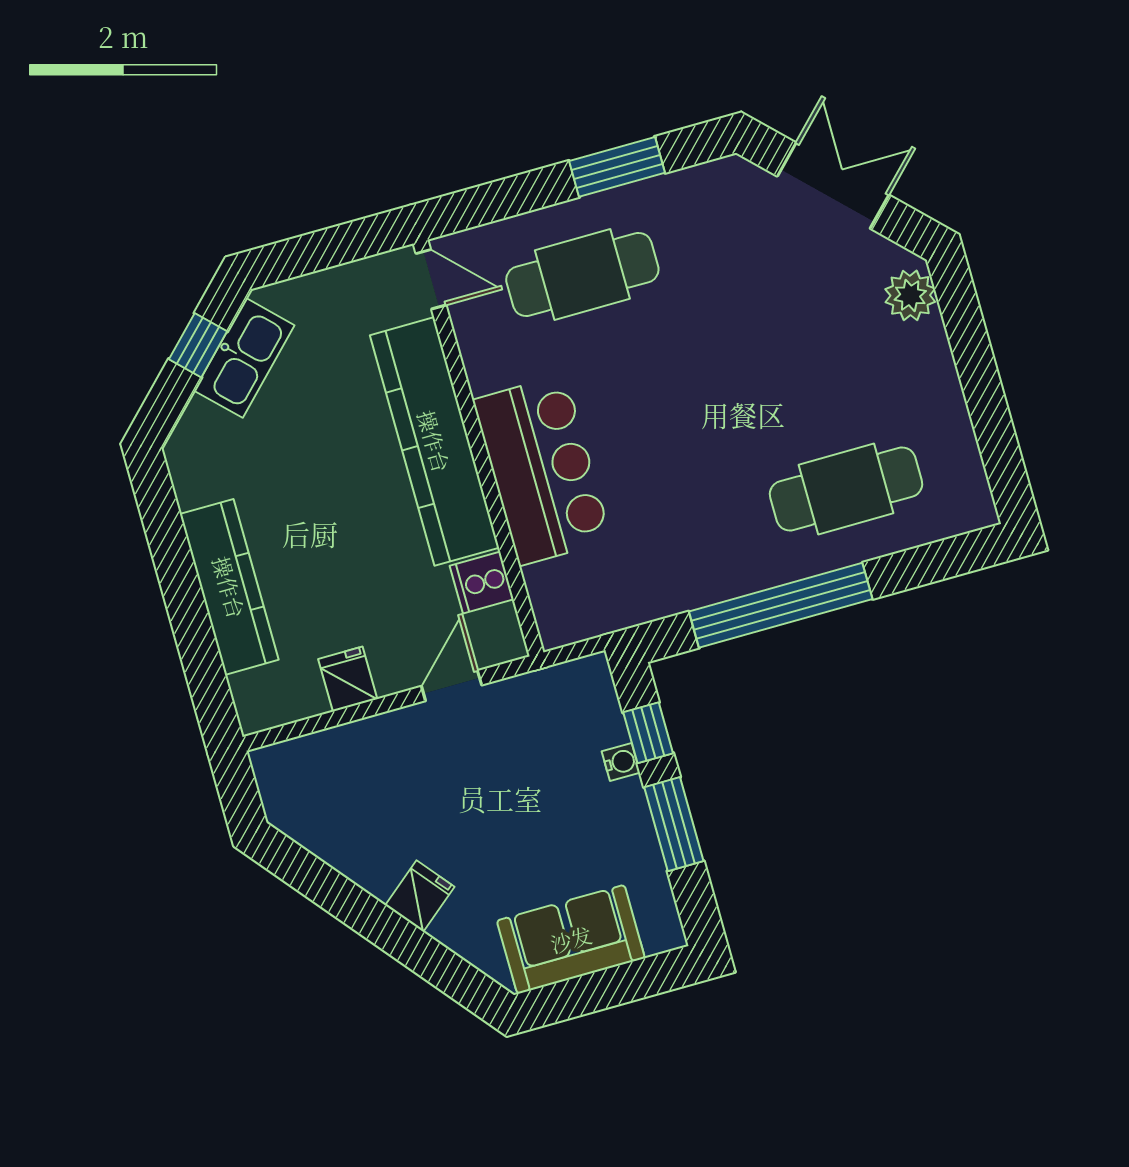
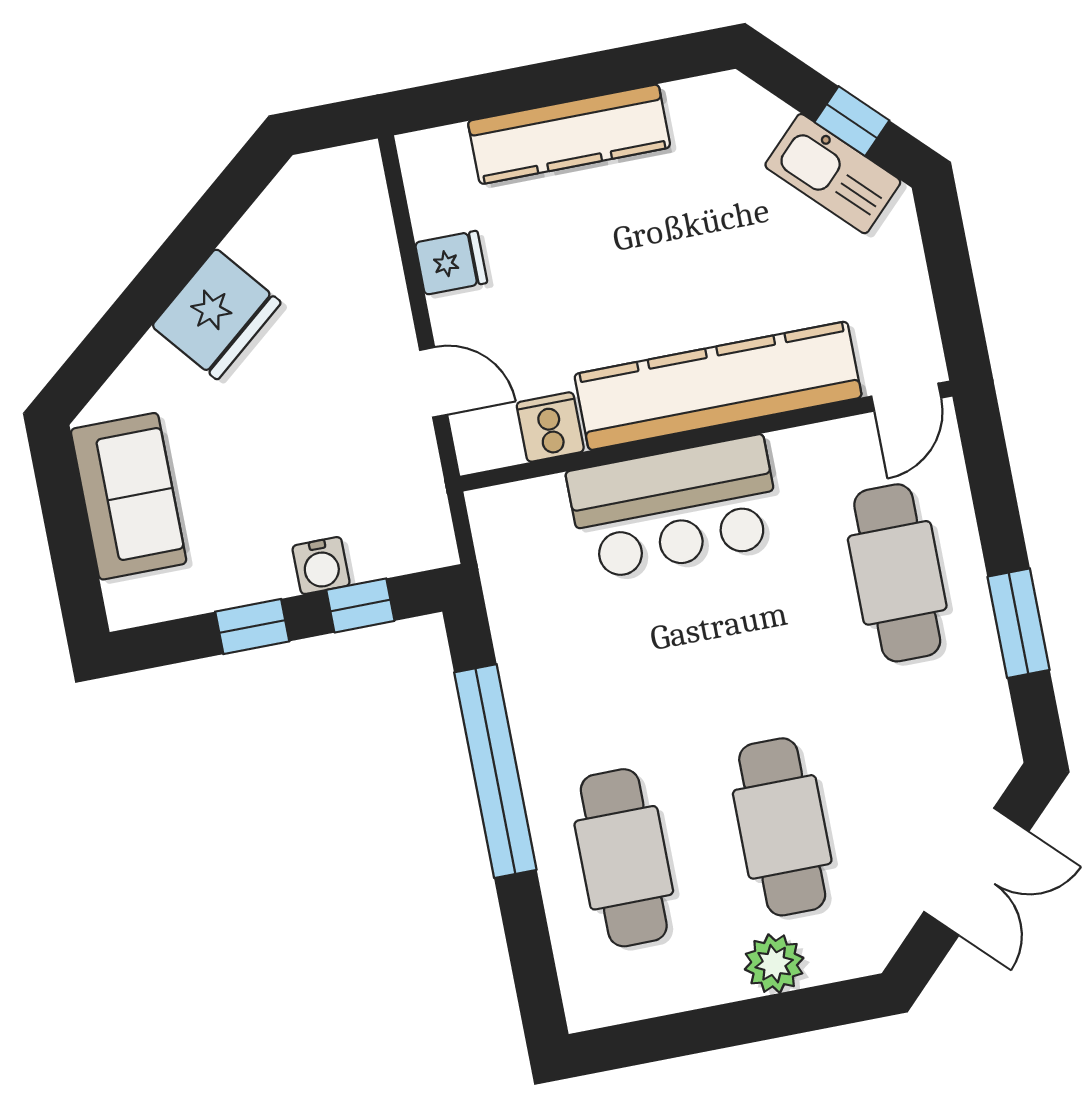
plant: (910, 295) -> (774, 964), moved
cafe table: (808, 355) -> (782, 827), added
water cooler: (621, 762) -> (321, 566), width x1.38, depth x1.38
window: (674, 824) -> (252, 626), width x0.67
fridge: (420, 896) -> (217, 314), width x1.88, depth x1.34

